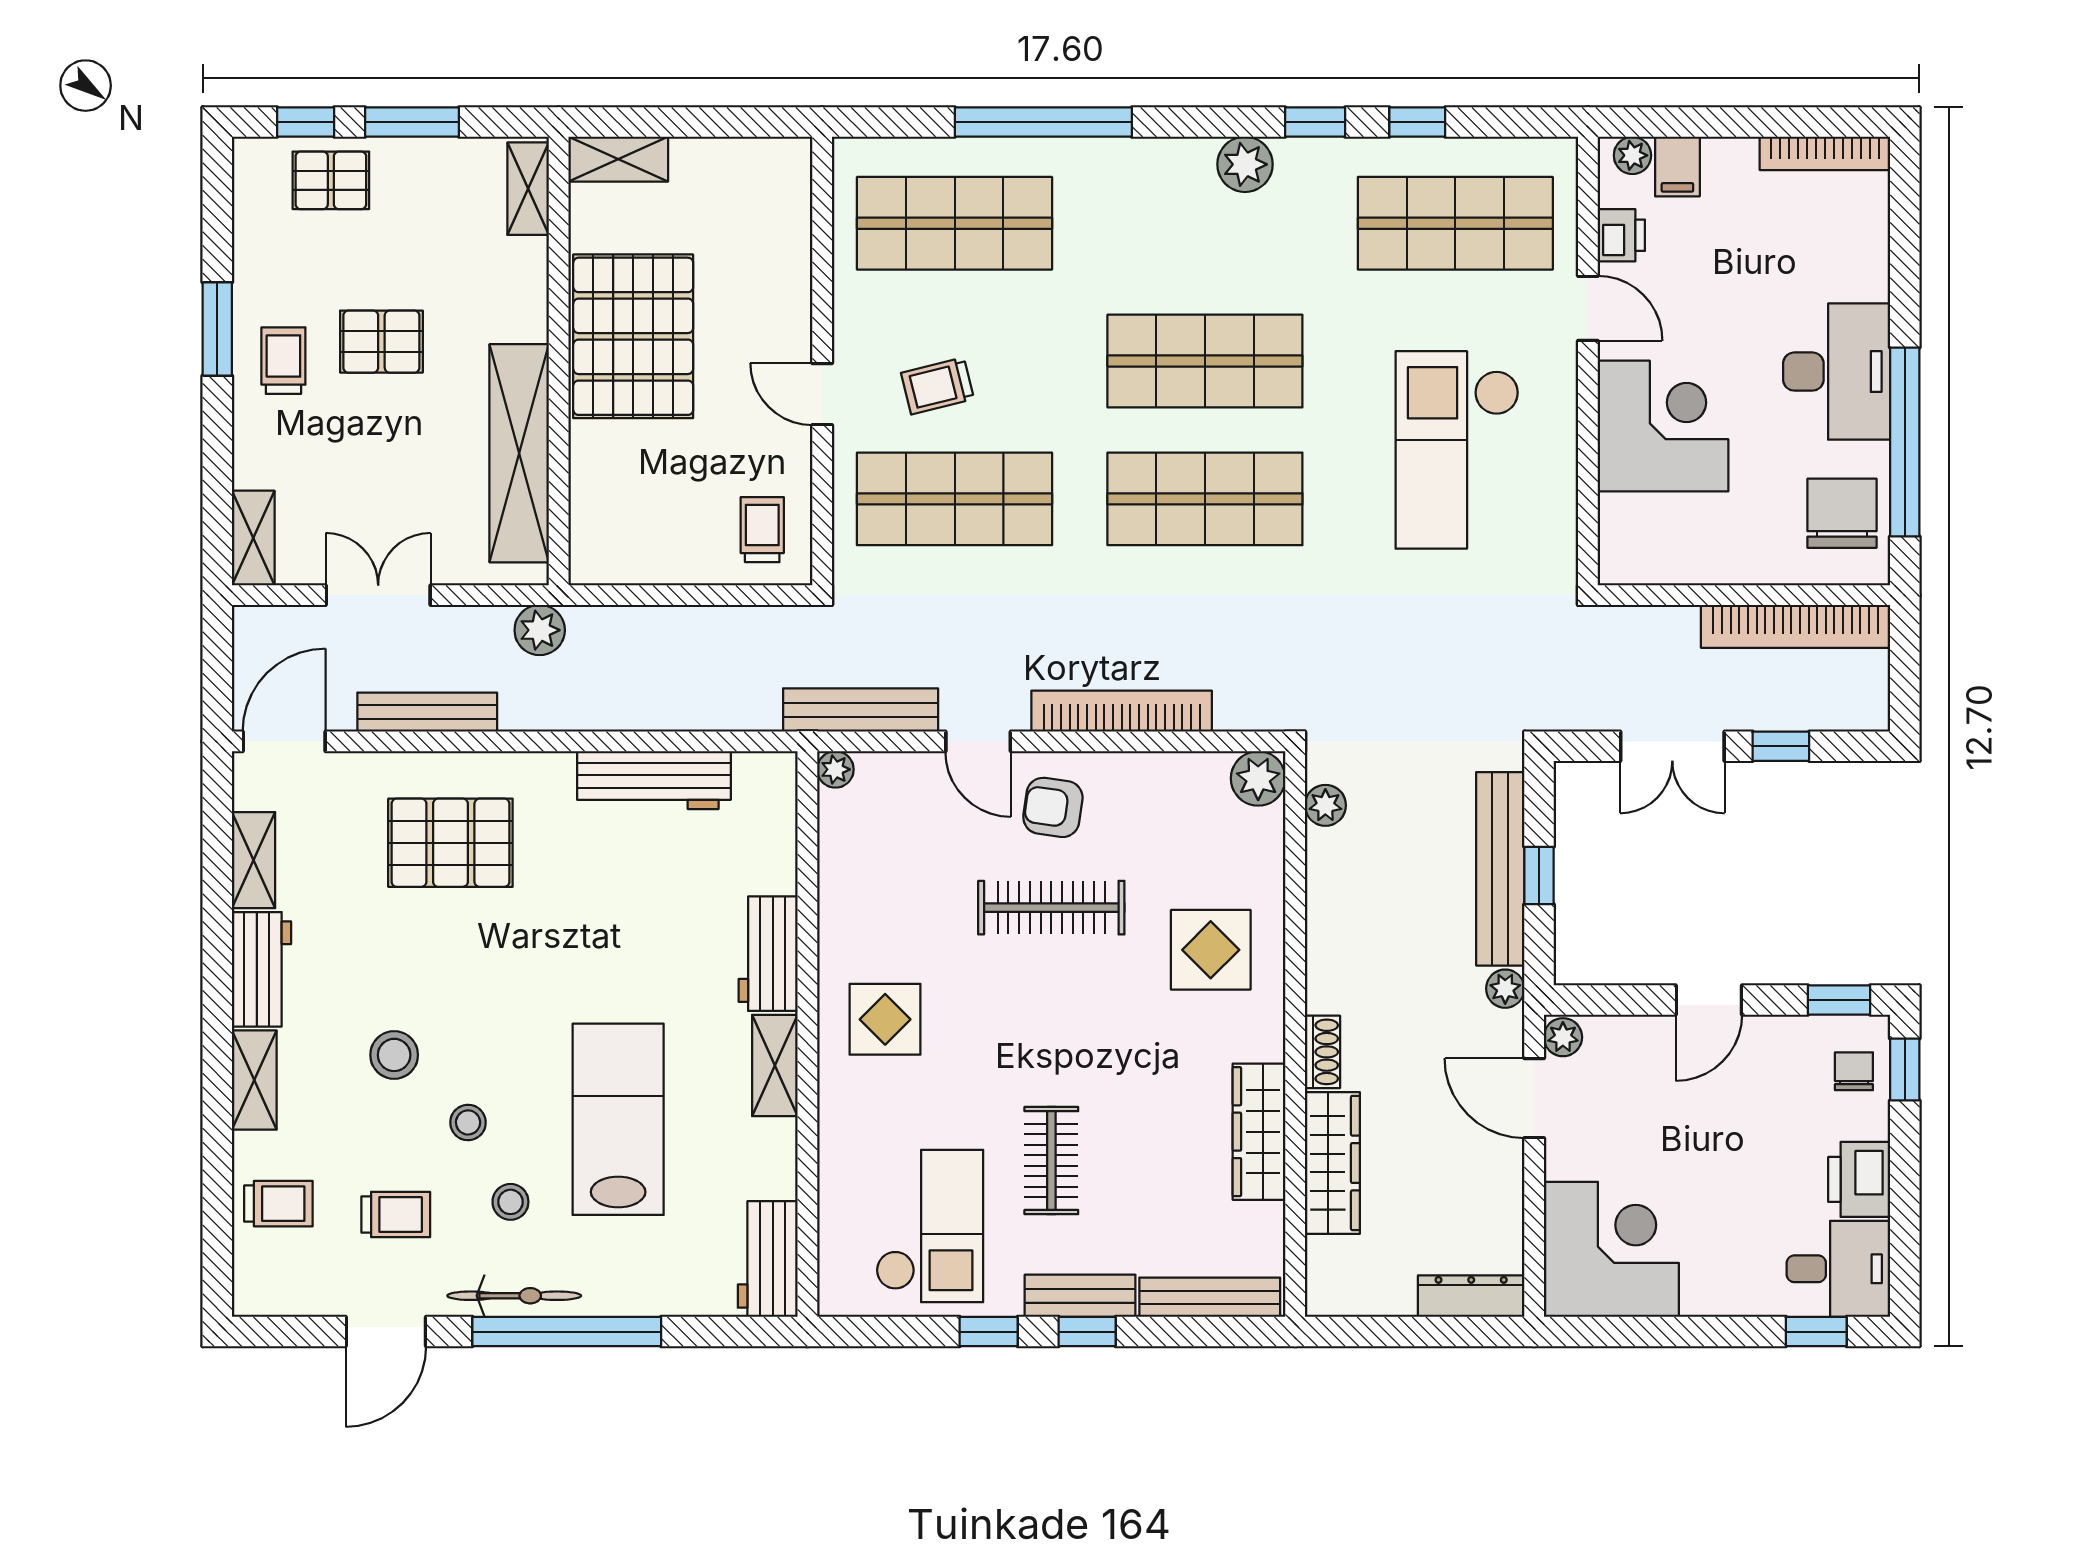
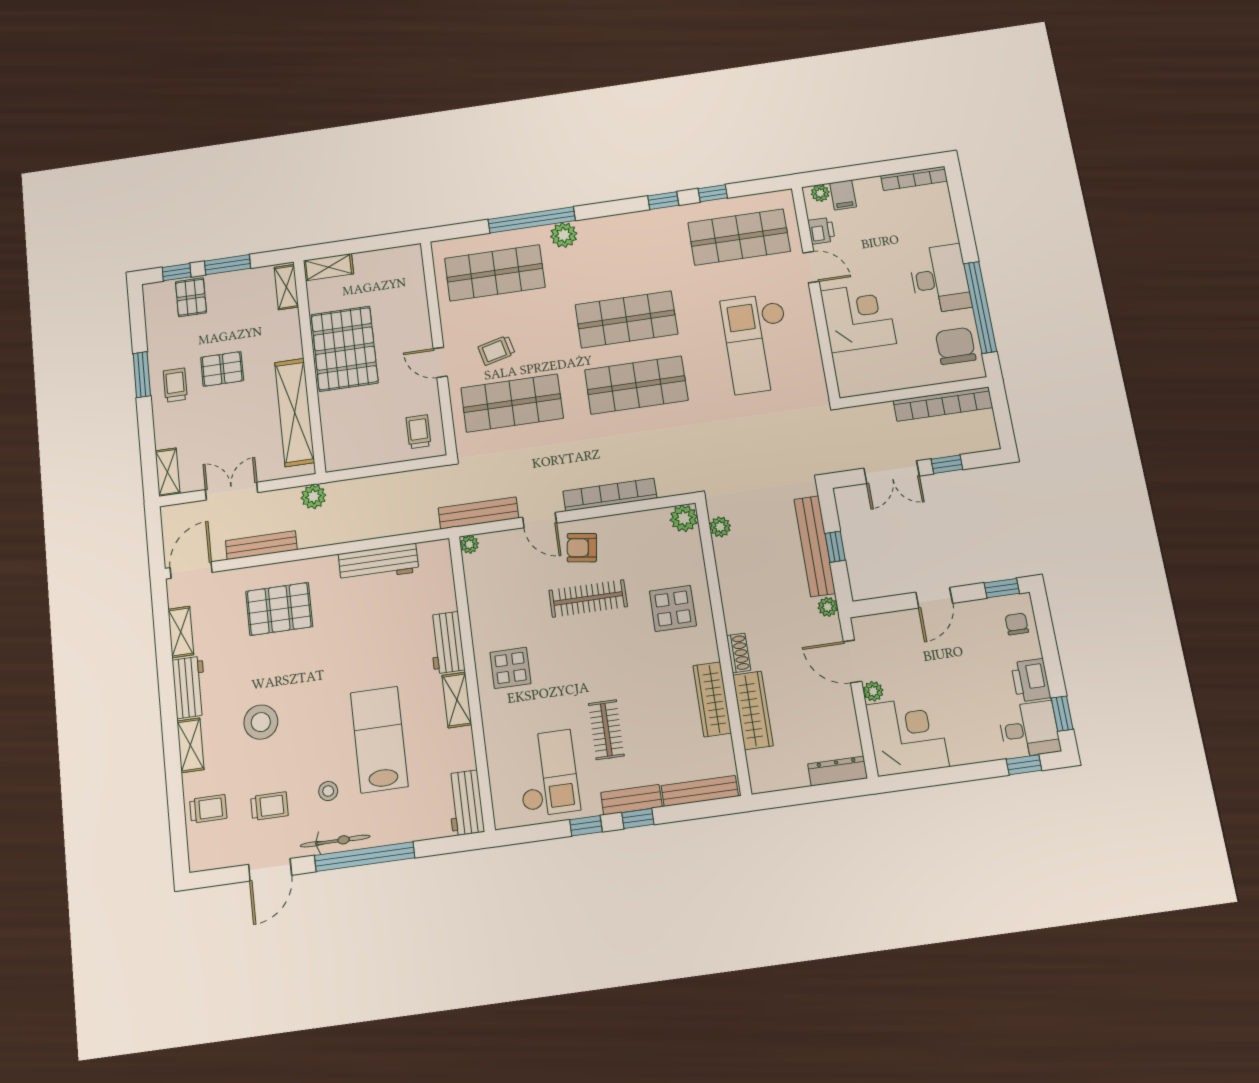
plant: (1245, 164) -> (564, 235), moved
pallet: (331, 180) -> (191, 297), turned 90
plant: (1563, 1037) -> (873, 691), moved
stool: (394, 1055) -> (261, 722), width x1.38, depth x1.38
window: (1905, 1069) -> (1062, 714), moved
stool: (468, 1122) -> (302, 752), removed

